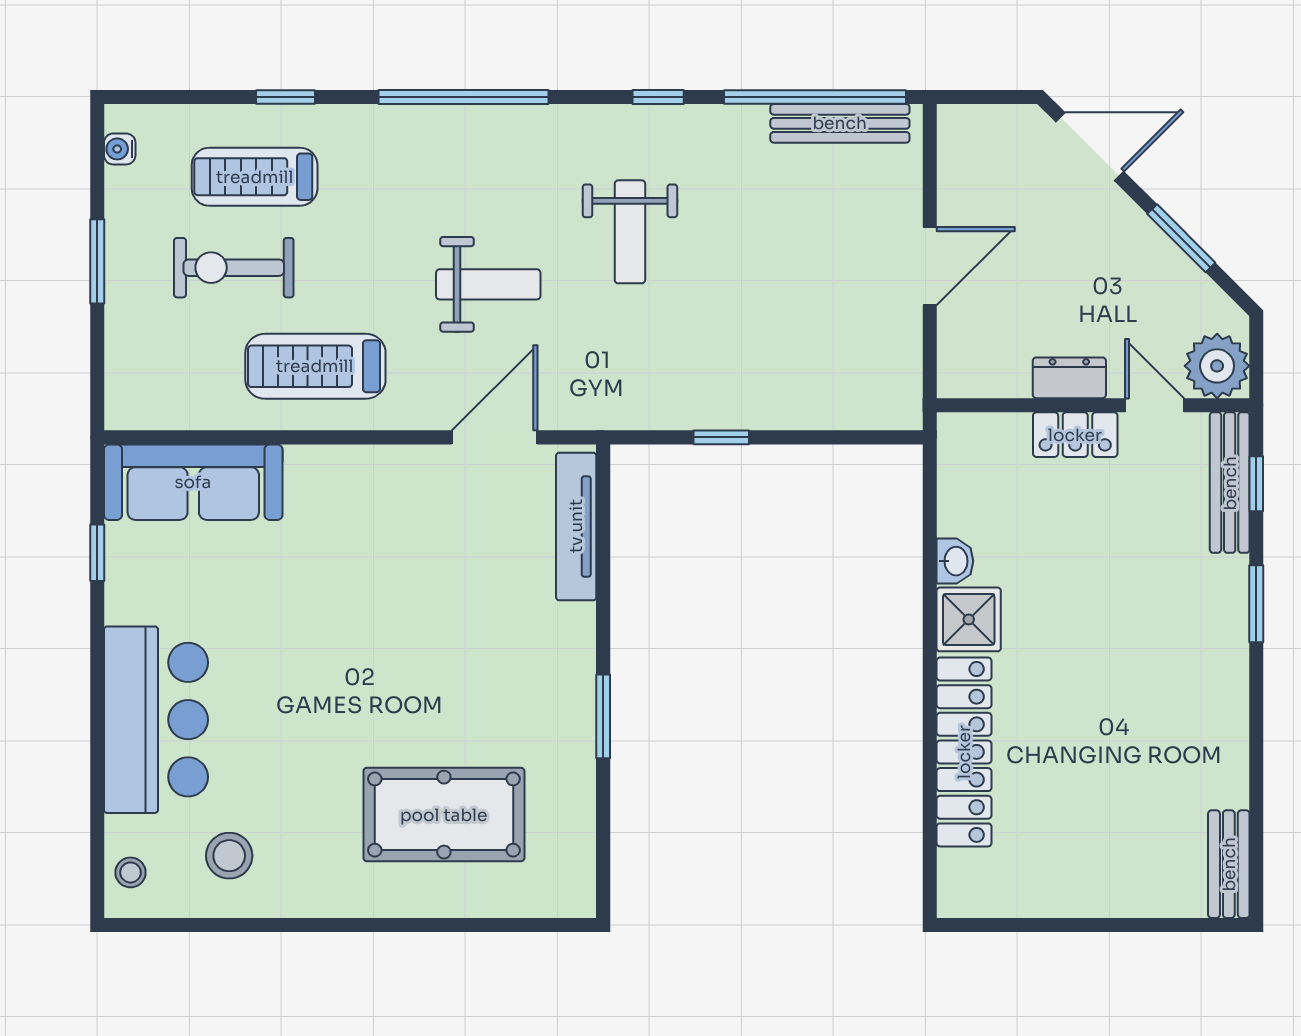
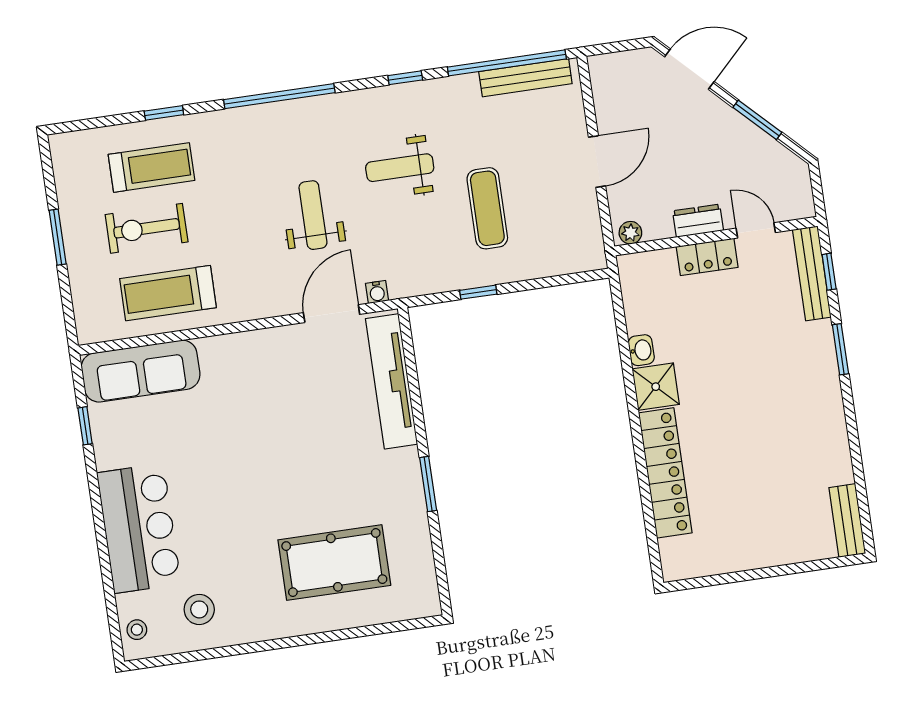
water cooler: (120, 149) -> (377, 292), moved, turned -90
treadmill: (255, 177) -> (151, 167), turned 180
weight bench: (630, 232) -> (400, 168), turned 90
weight bench: (488, 284) -> (313, 215), turned -90
exercise mat: (753, 313) -> (487, 208), added
treadmill: (315, 366) -> (168, 293), moved
plant: (1217, 366) -> (630, 233), moved, width x0.53, depth x0.53
tv unit: (576, 526) -> (392, 381), width x1.36, depth x1.29

